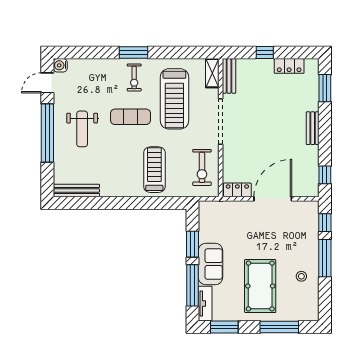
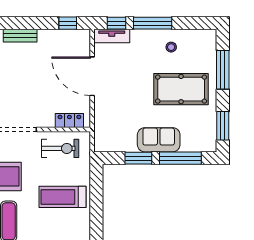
locker: (237, 190) -> (69, 121), moved, turned 90
tv unit: (205, 304) -> (112, 36), moved, turned 180

